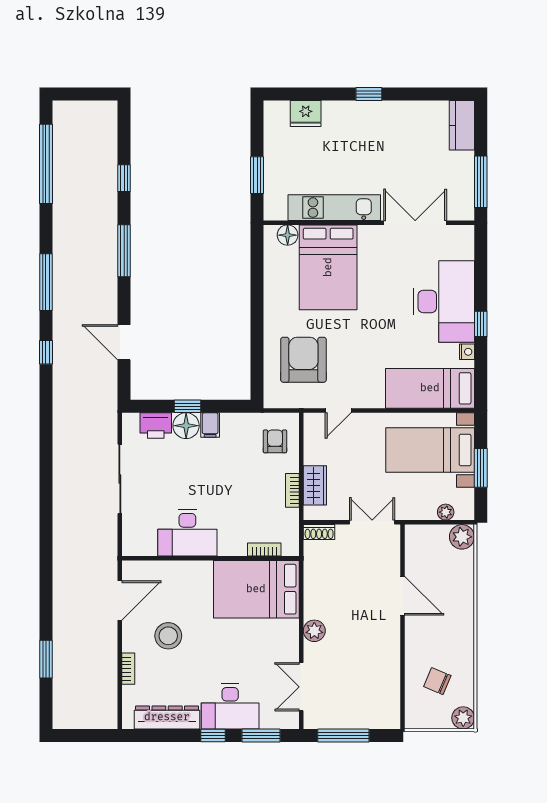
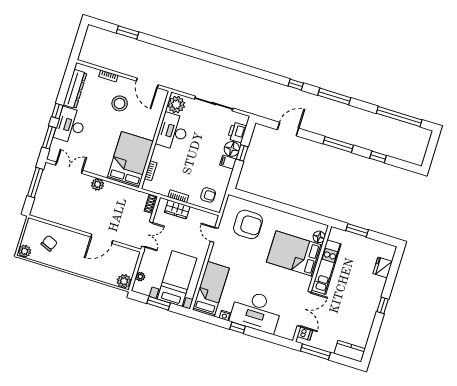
dishwasher: (456, 209) -> (305, 334), added
plant: (141, 541) -> (176, 105), added

